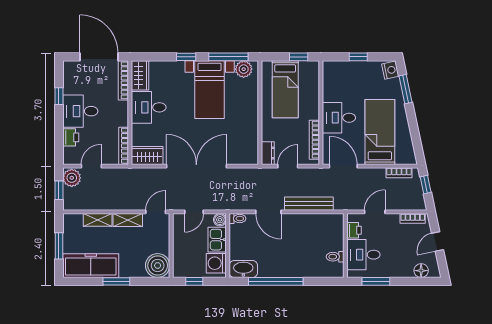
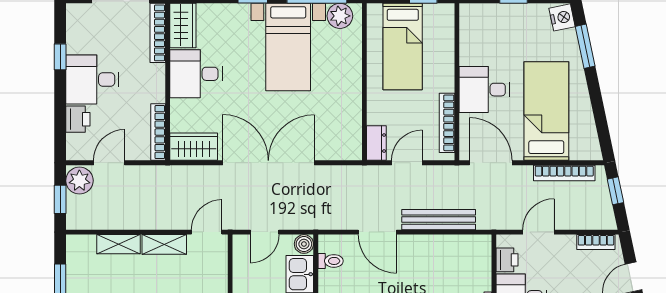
bookcase: (399, 173) -> (564, 173), width x1.56
toilet: (238, 219) -> (331, 261), moved

